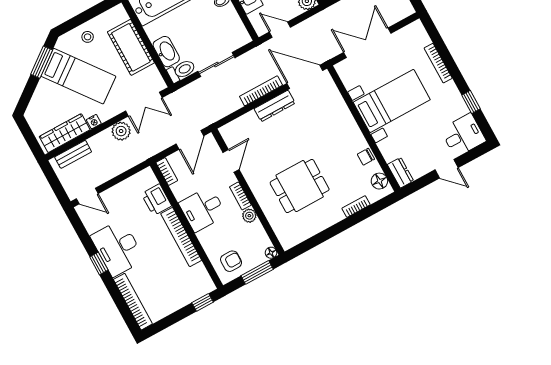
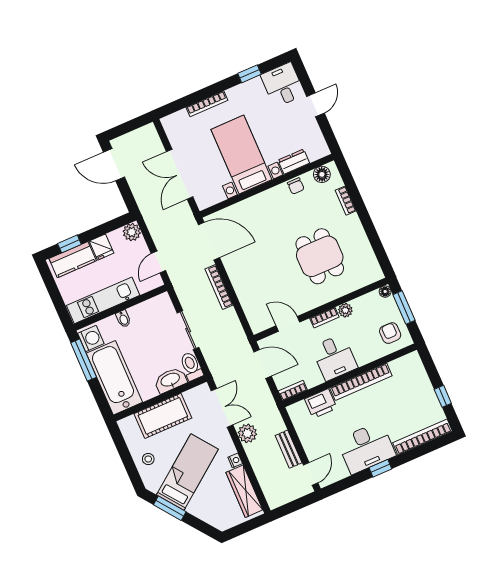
door: (305, 77) -> (209, 241), swing flipped
dresser: (275, 106) -> (236, 274), removed
bench: (73, 154) -> (289, 449), moved
dresser: (400, 173) -> (294, 162), moved
window: (203, 302) -> (443, 396), moved

